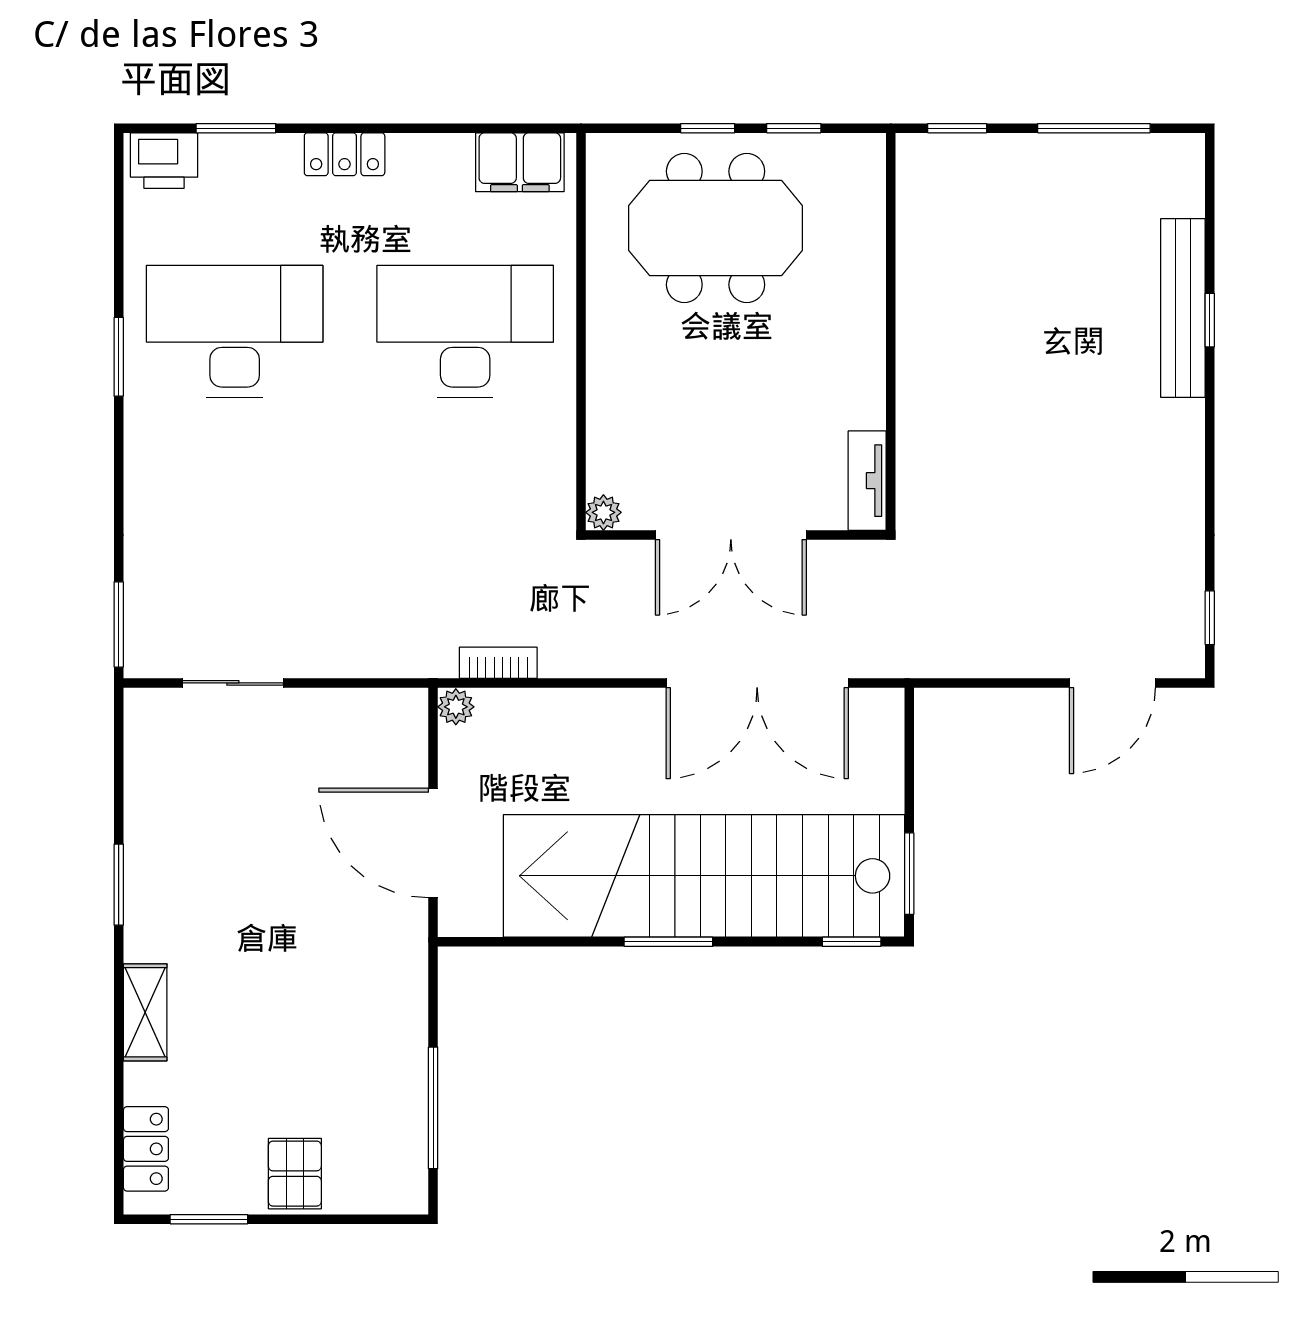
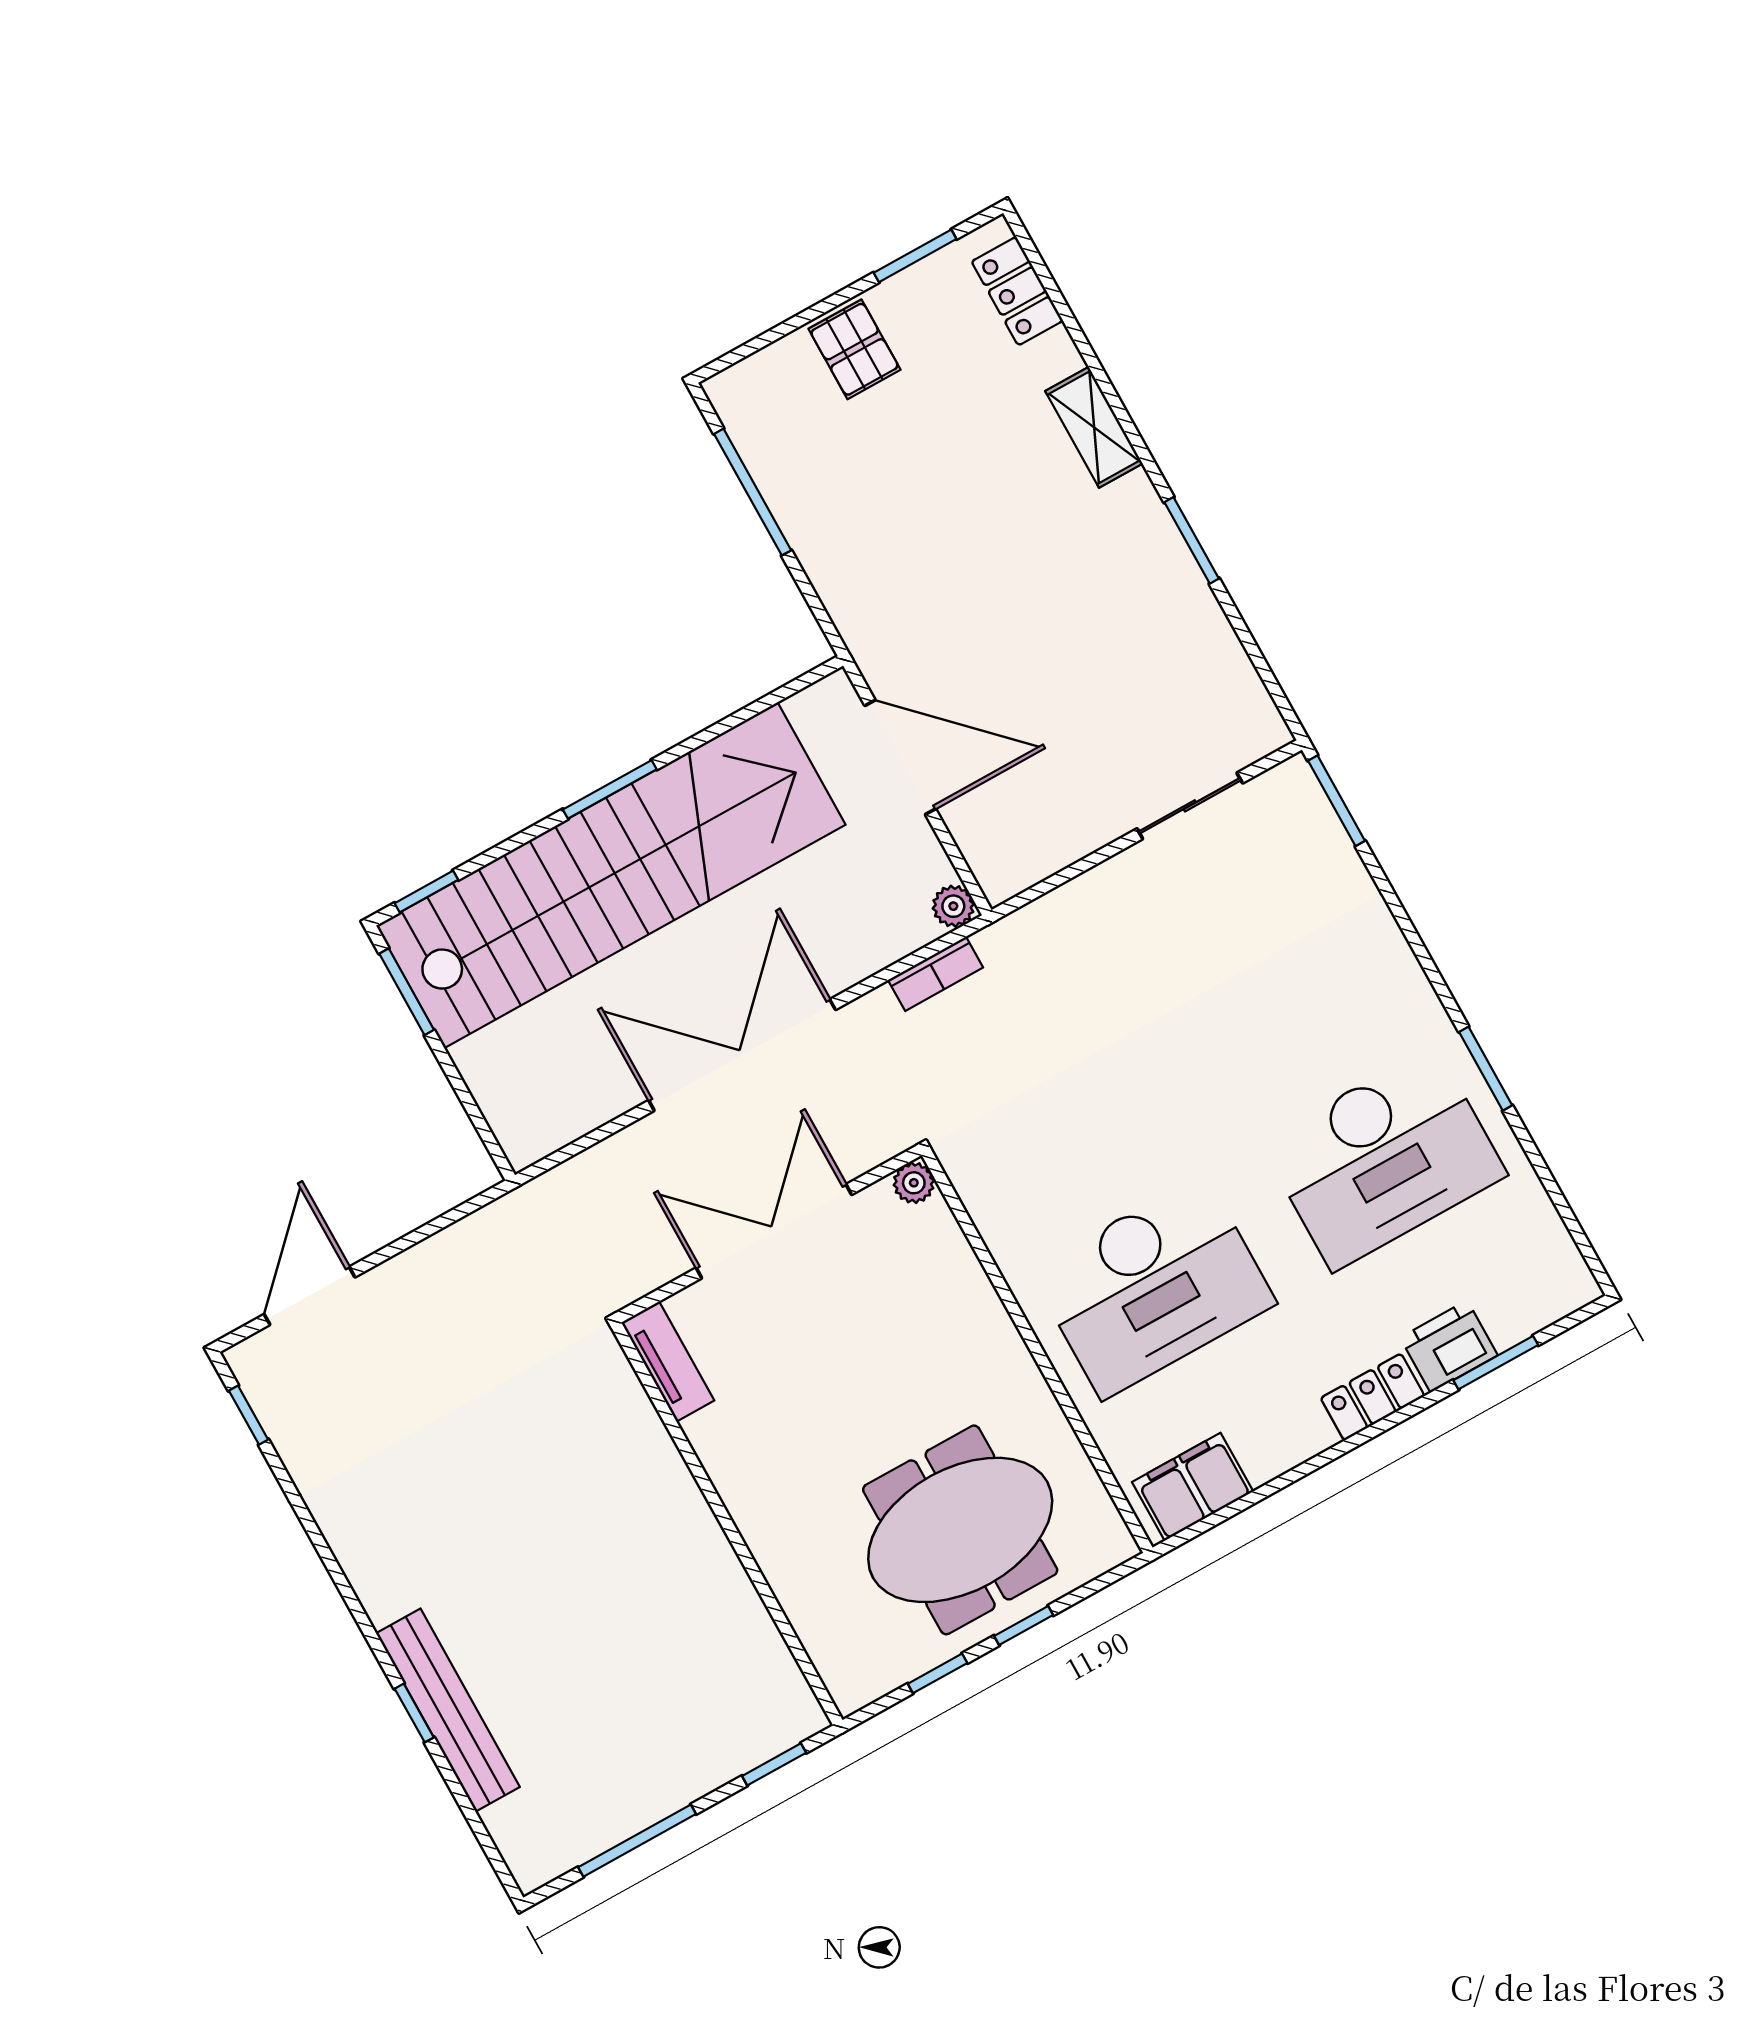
printer: (164, 161) -> (1449, 1346), moved
double door: (757, 683) -> (742, 1055), moved

